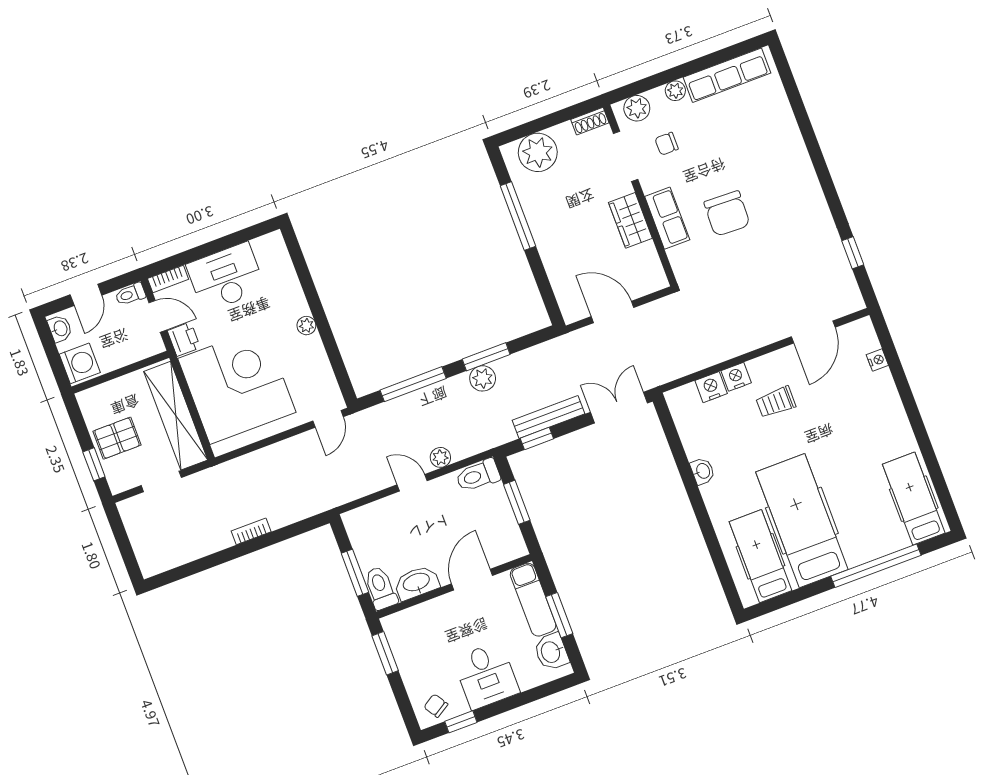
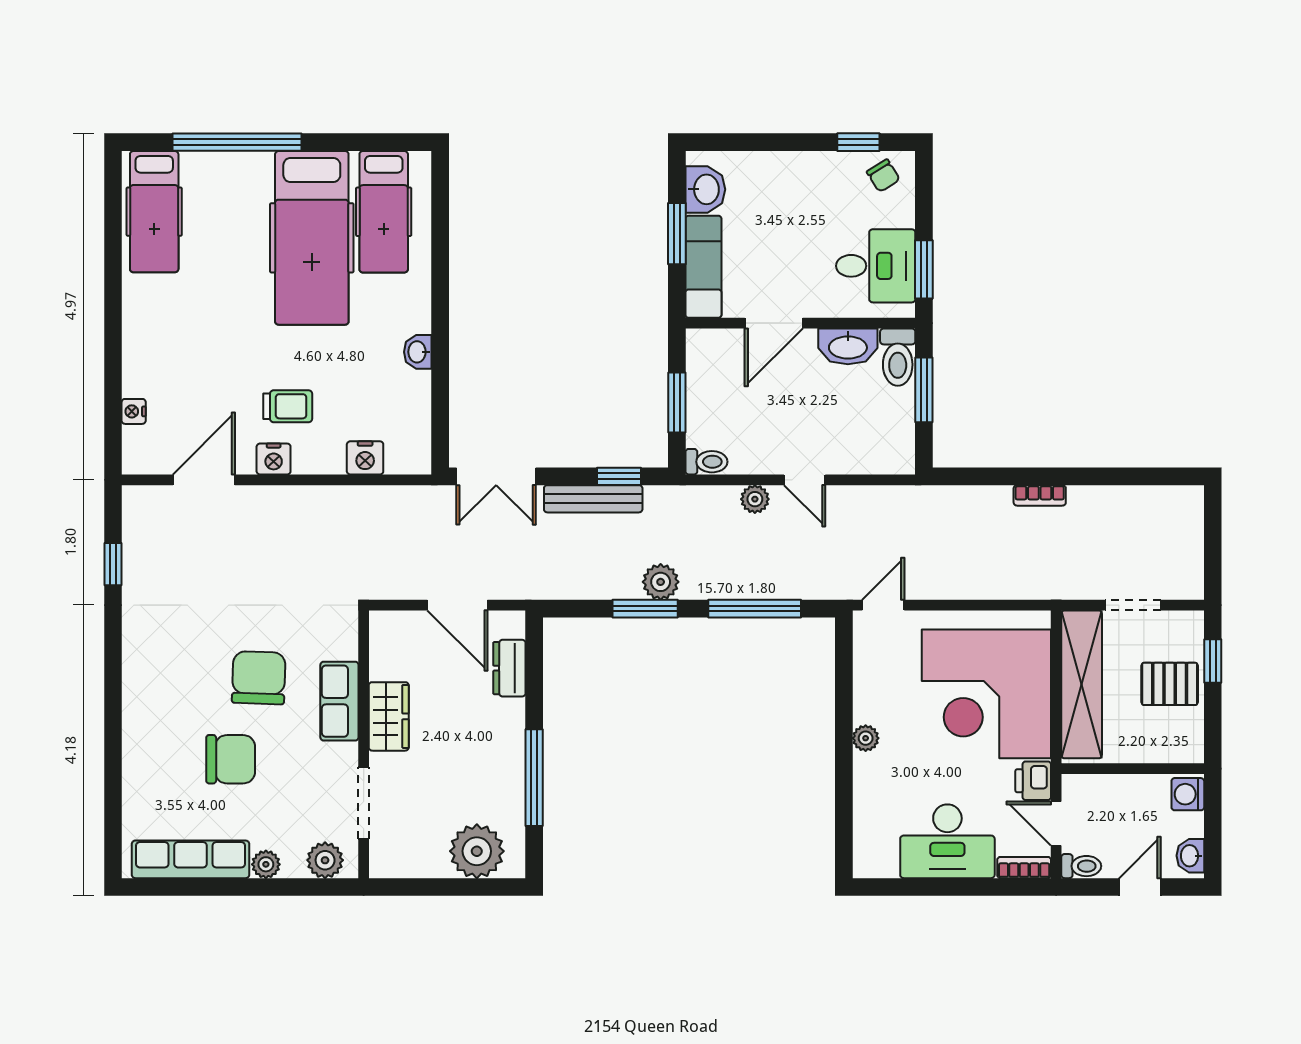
shoe rack: (590, 121) -> (393, 866), removed
chair: (667, 144) -> (231, 759), moved, width x1.87, depth x1.87
dresser: (562, 283) -> (509, 668), added
washing machine: (80, 363) -> (1188, 794), width x0.73, depth x0.73
nightstand: (736, 377) -> (274, 459), moved
toilet: (478, 475) -> (706, 462), width x0.73, depth x0.72
desk: (486, 675) -> (876, 266), moved, turned 90

